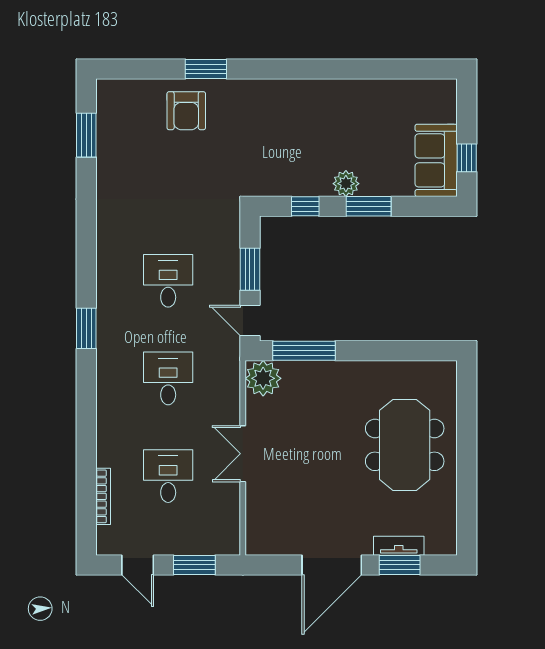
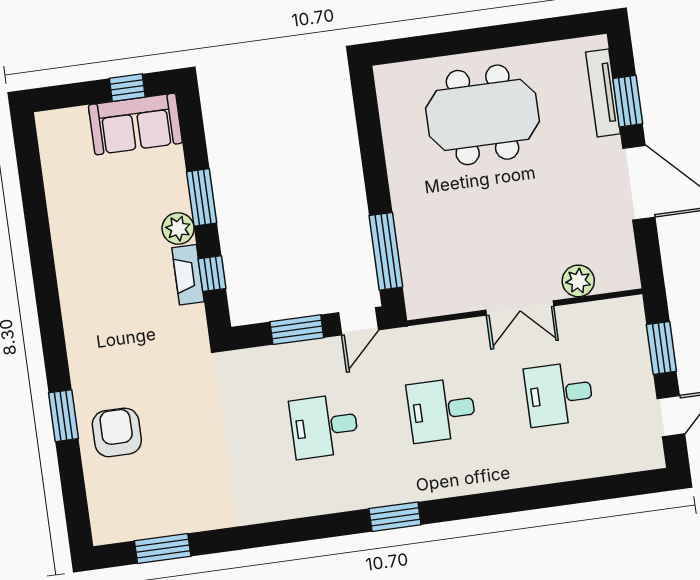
armchair: (186, 111) -> (117, 432), turned -90
fireplace: (307, 186) -> (188, 275), added
plant: (263, 378) -> (578, 281), moved, width x0.73, depth x0.73
bookcase: (103, 496) -> (594, 469), removed
tv unit: (399, 546) -> (603, 93), width x1.41

